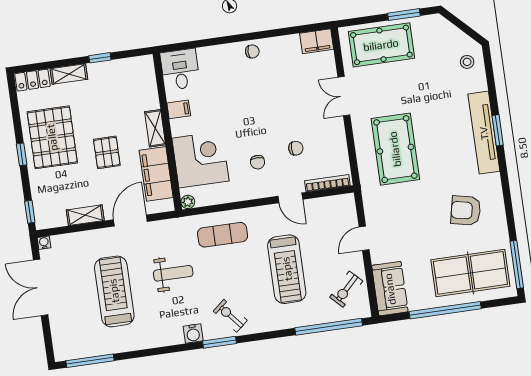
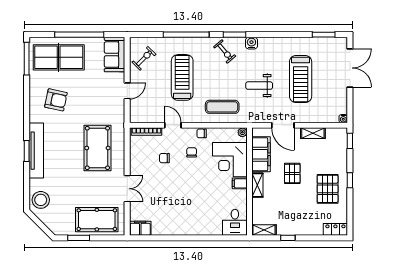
chair: (252, 51) -> (202, 133), moved
stool: (467, 62) -> (41, 200), width x1.89, depth x1.89
shelving: (69, 74) -> (264, 230), moved
filing cabinet: (179, 109) -> (240, 183), moved
pallet: (52, 137) -> (328, 189), width x0.73, depth x0.71
door: (130, 221) -> (283, 125), hinge flipped
double door: (41, 287) -> (350, 68), moved
window: (329, 327) -> (186, 35), moved
window: (90, 361) -> (324, 35), width x0.69

